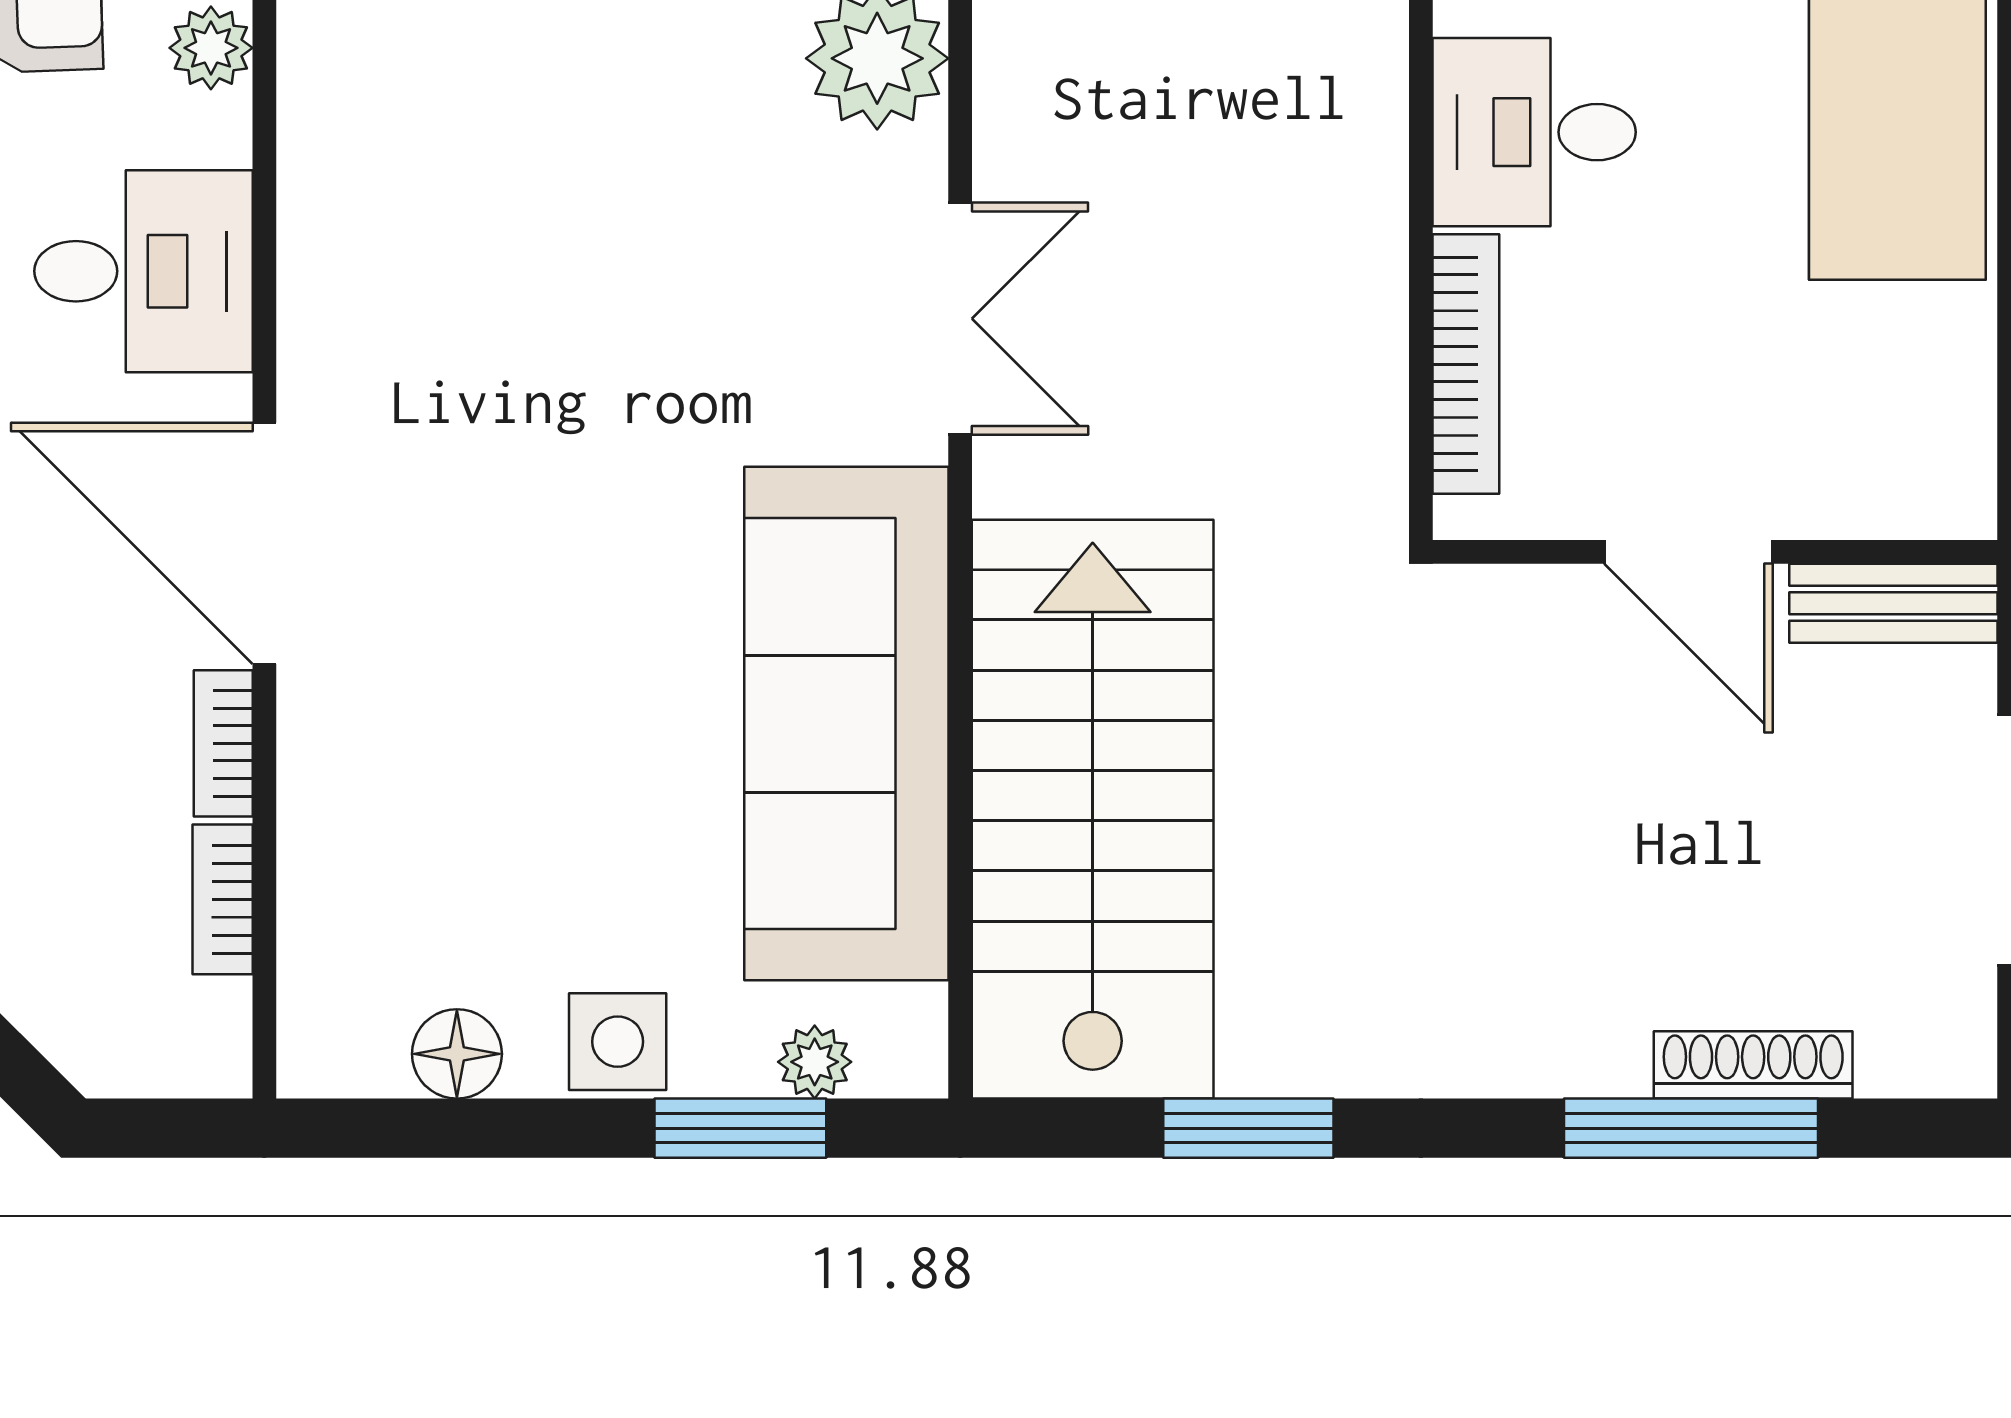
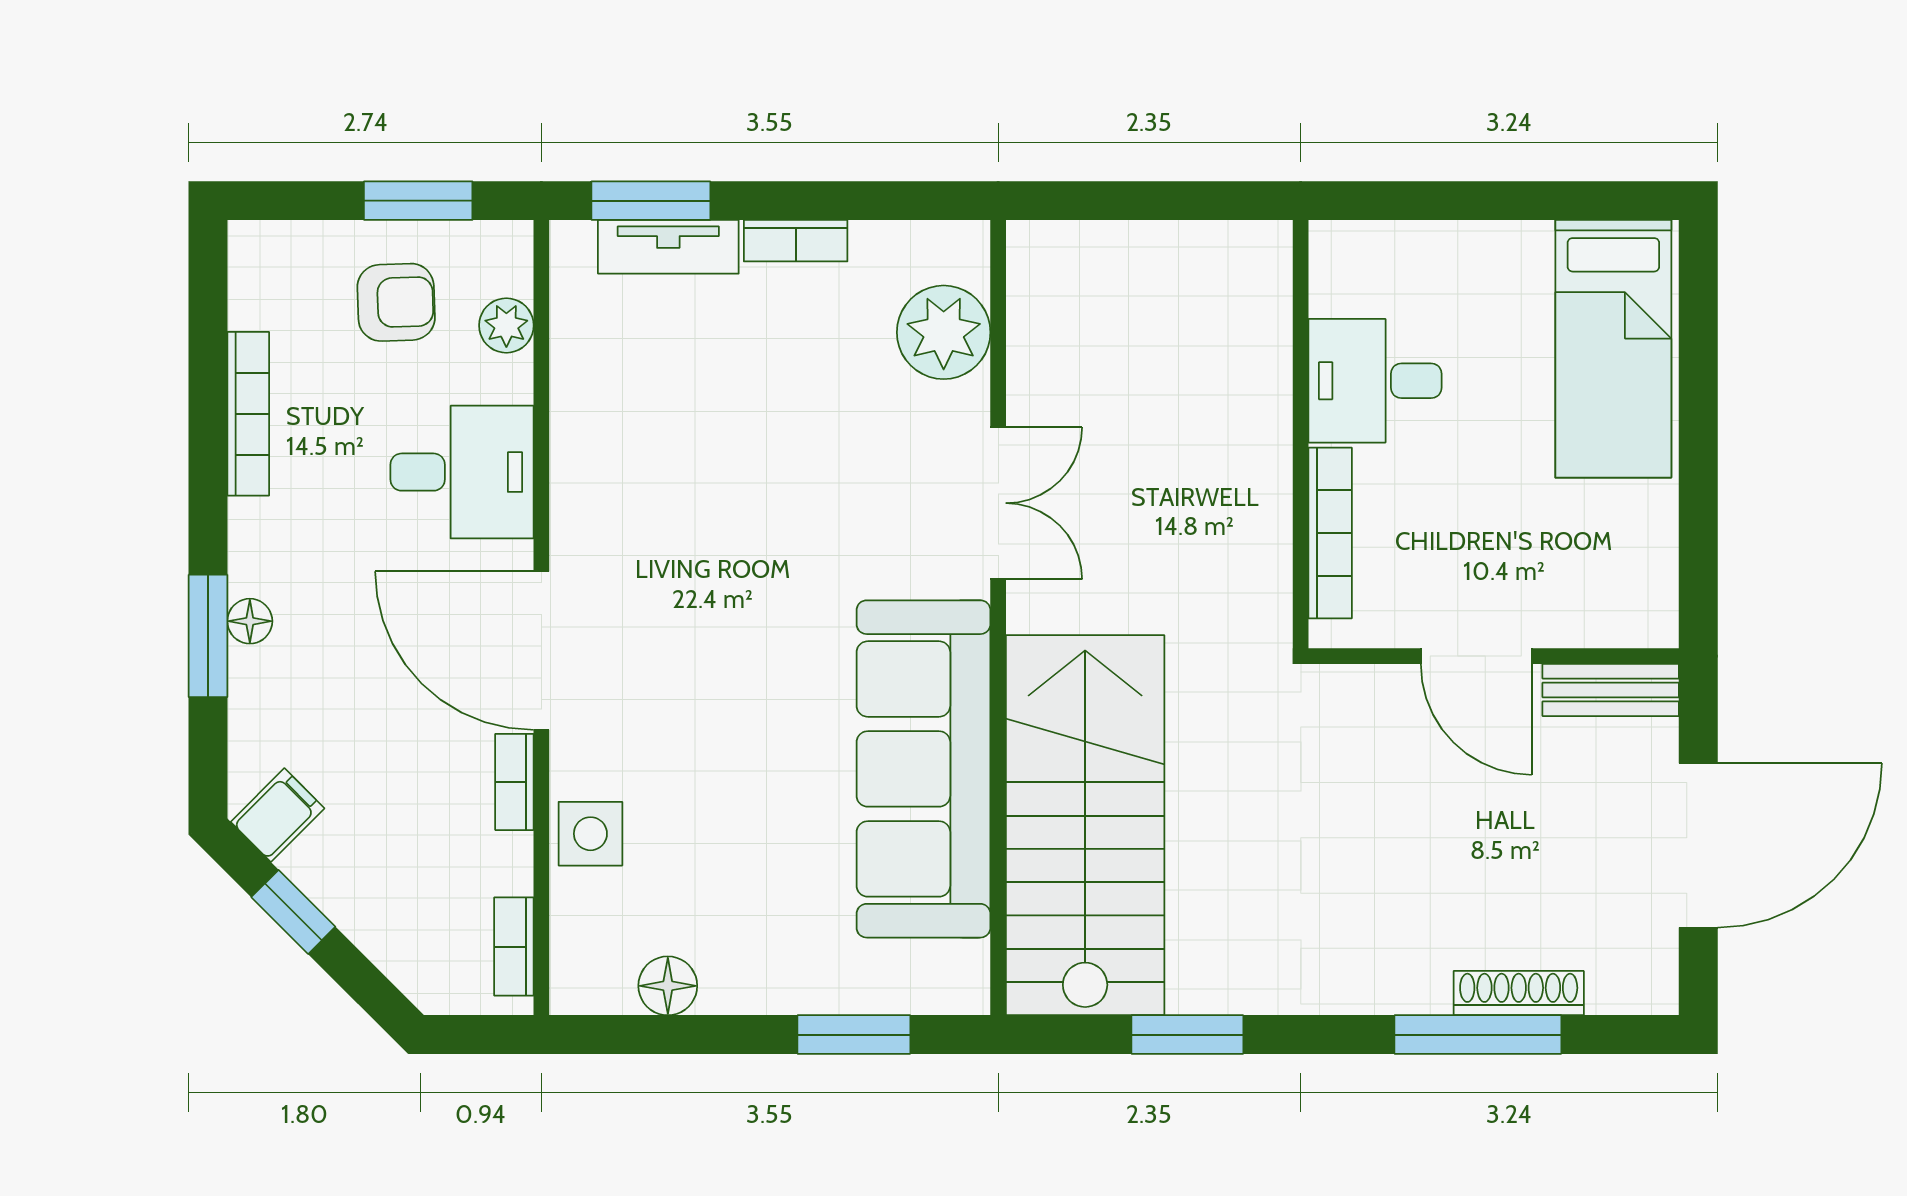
bookcase: (223, 899) -> (514, 947), moved
side table: (618, 1042) -> (590, 834), moved
plant: (815, 1062) -> (903, 991), removed

